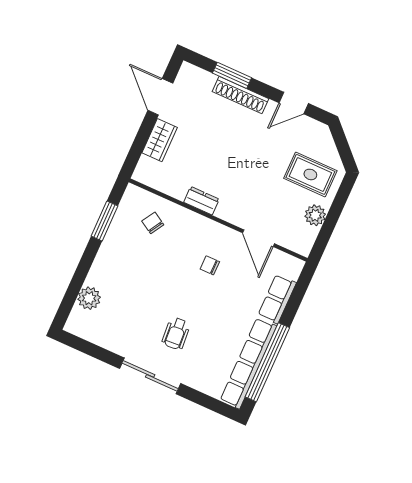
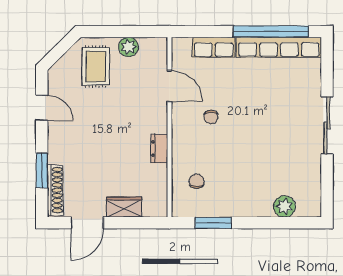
shoe rack: (240, 95) -> (55, 190), moved
chair: (153, 223) -> (197, 181), turned 149
door: (259, 238) -> (169, 86), hinge flipped
wheelchair: (176, 333) -> (281, 120), removed

